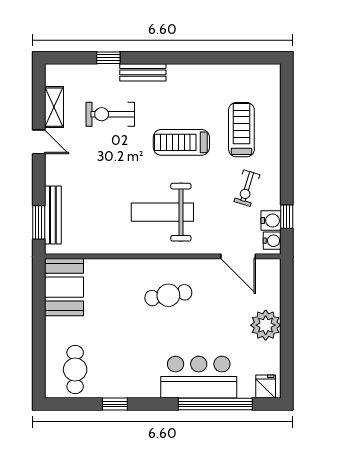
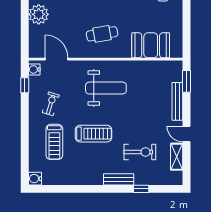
bench: (53, 215) -> (177, 101), moved
water cooler: (271, 221) -> (35, 179), moved
booth: (64, 287) -> (151, 45), moved, turned 90

